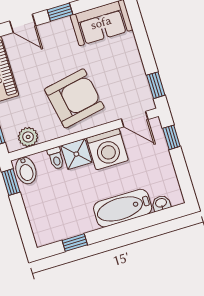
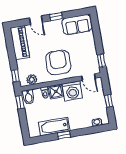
armchair: (74, 98) -> (58, 62), turned -79
window: (171, 137) -> (109, 101), moved
bathtub: (123, 208) -> (54, 126), moved
window: (75, 243) -> (64, 135), moved

